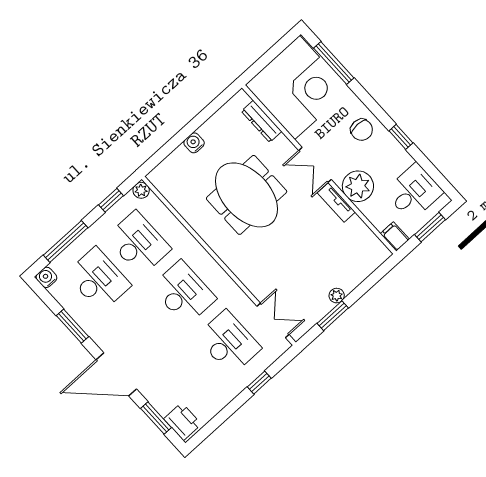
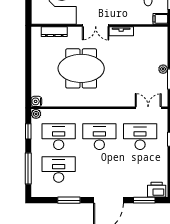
water cooler: (194, 143) -> (36, 101), moved
plant: (358, 186) -> (123, 15), removed
water cooler: (46, 277) -> (36, 192), removed

